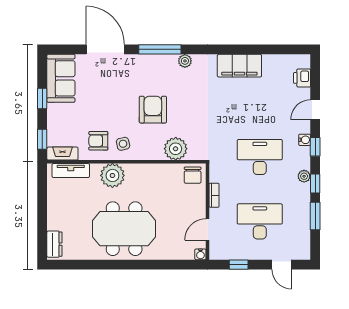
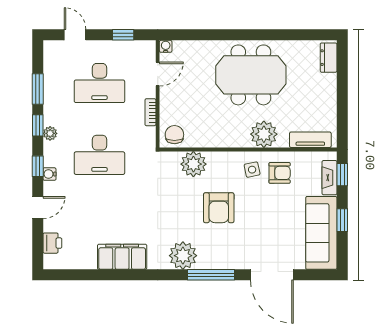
plant: (185, 61) -> (183, 256), width x1.87, depth x1.87
sofa: (61, 78) -> (321, 233), width x1.36
fireplace: (62, 154) -> (329, 178), moved, turned 90

